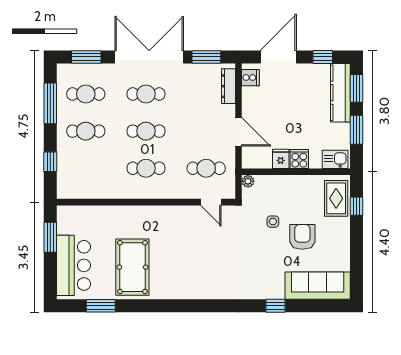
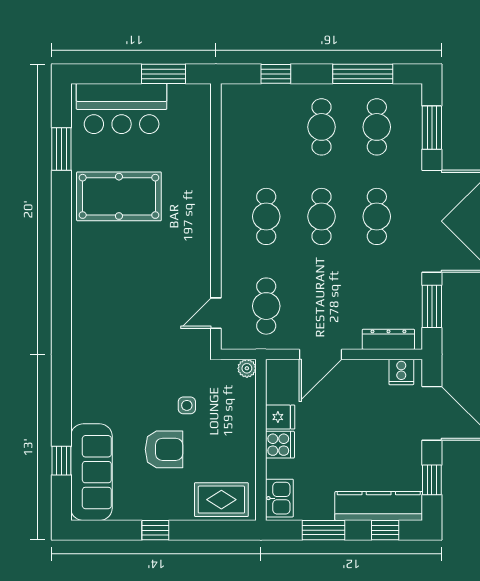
window: (357, 88) -> (385, 530), width x0.67
window: (357, 206) -> (155, 530), moved
window: (275, 306) -> (61, 461), moved

